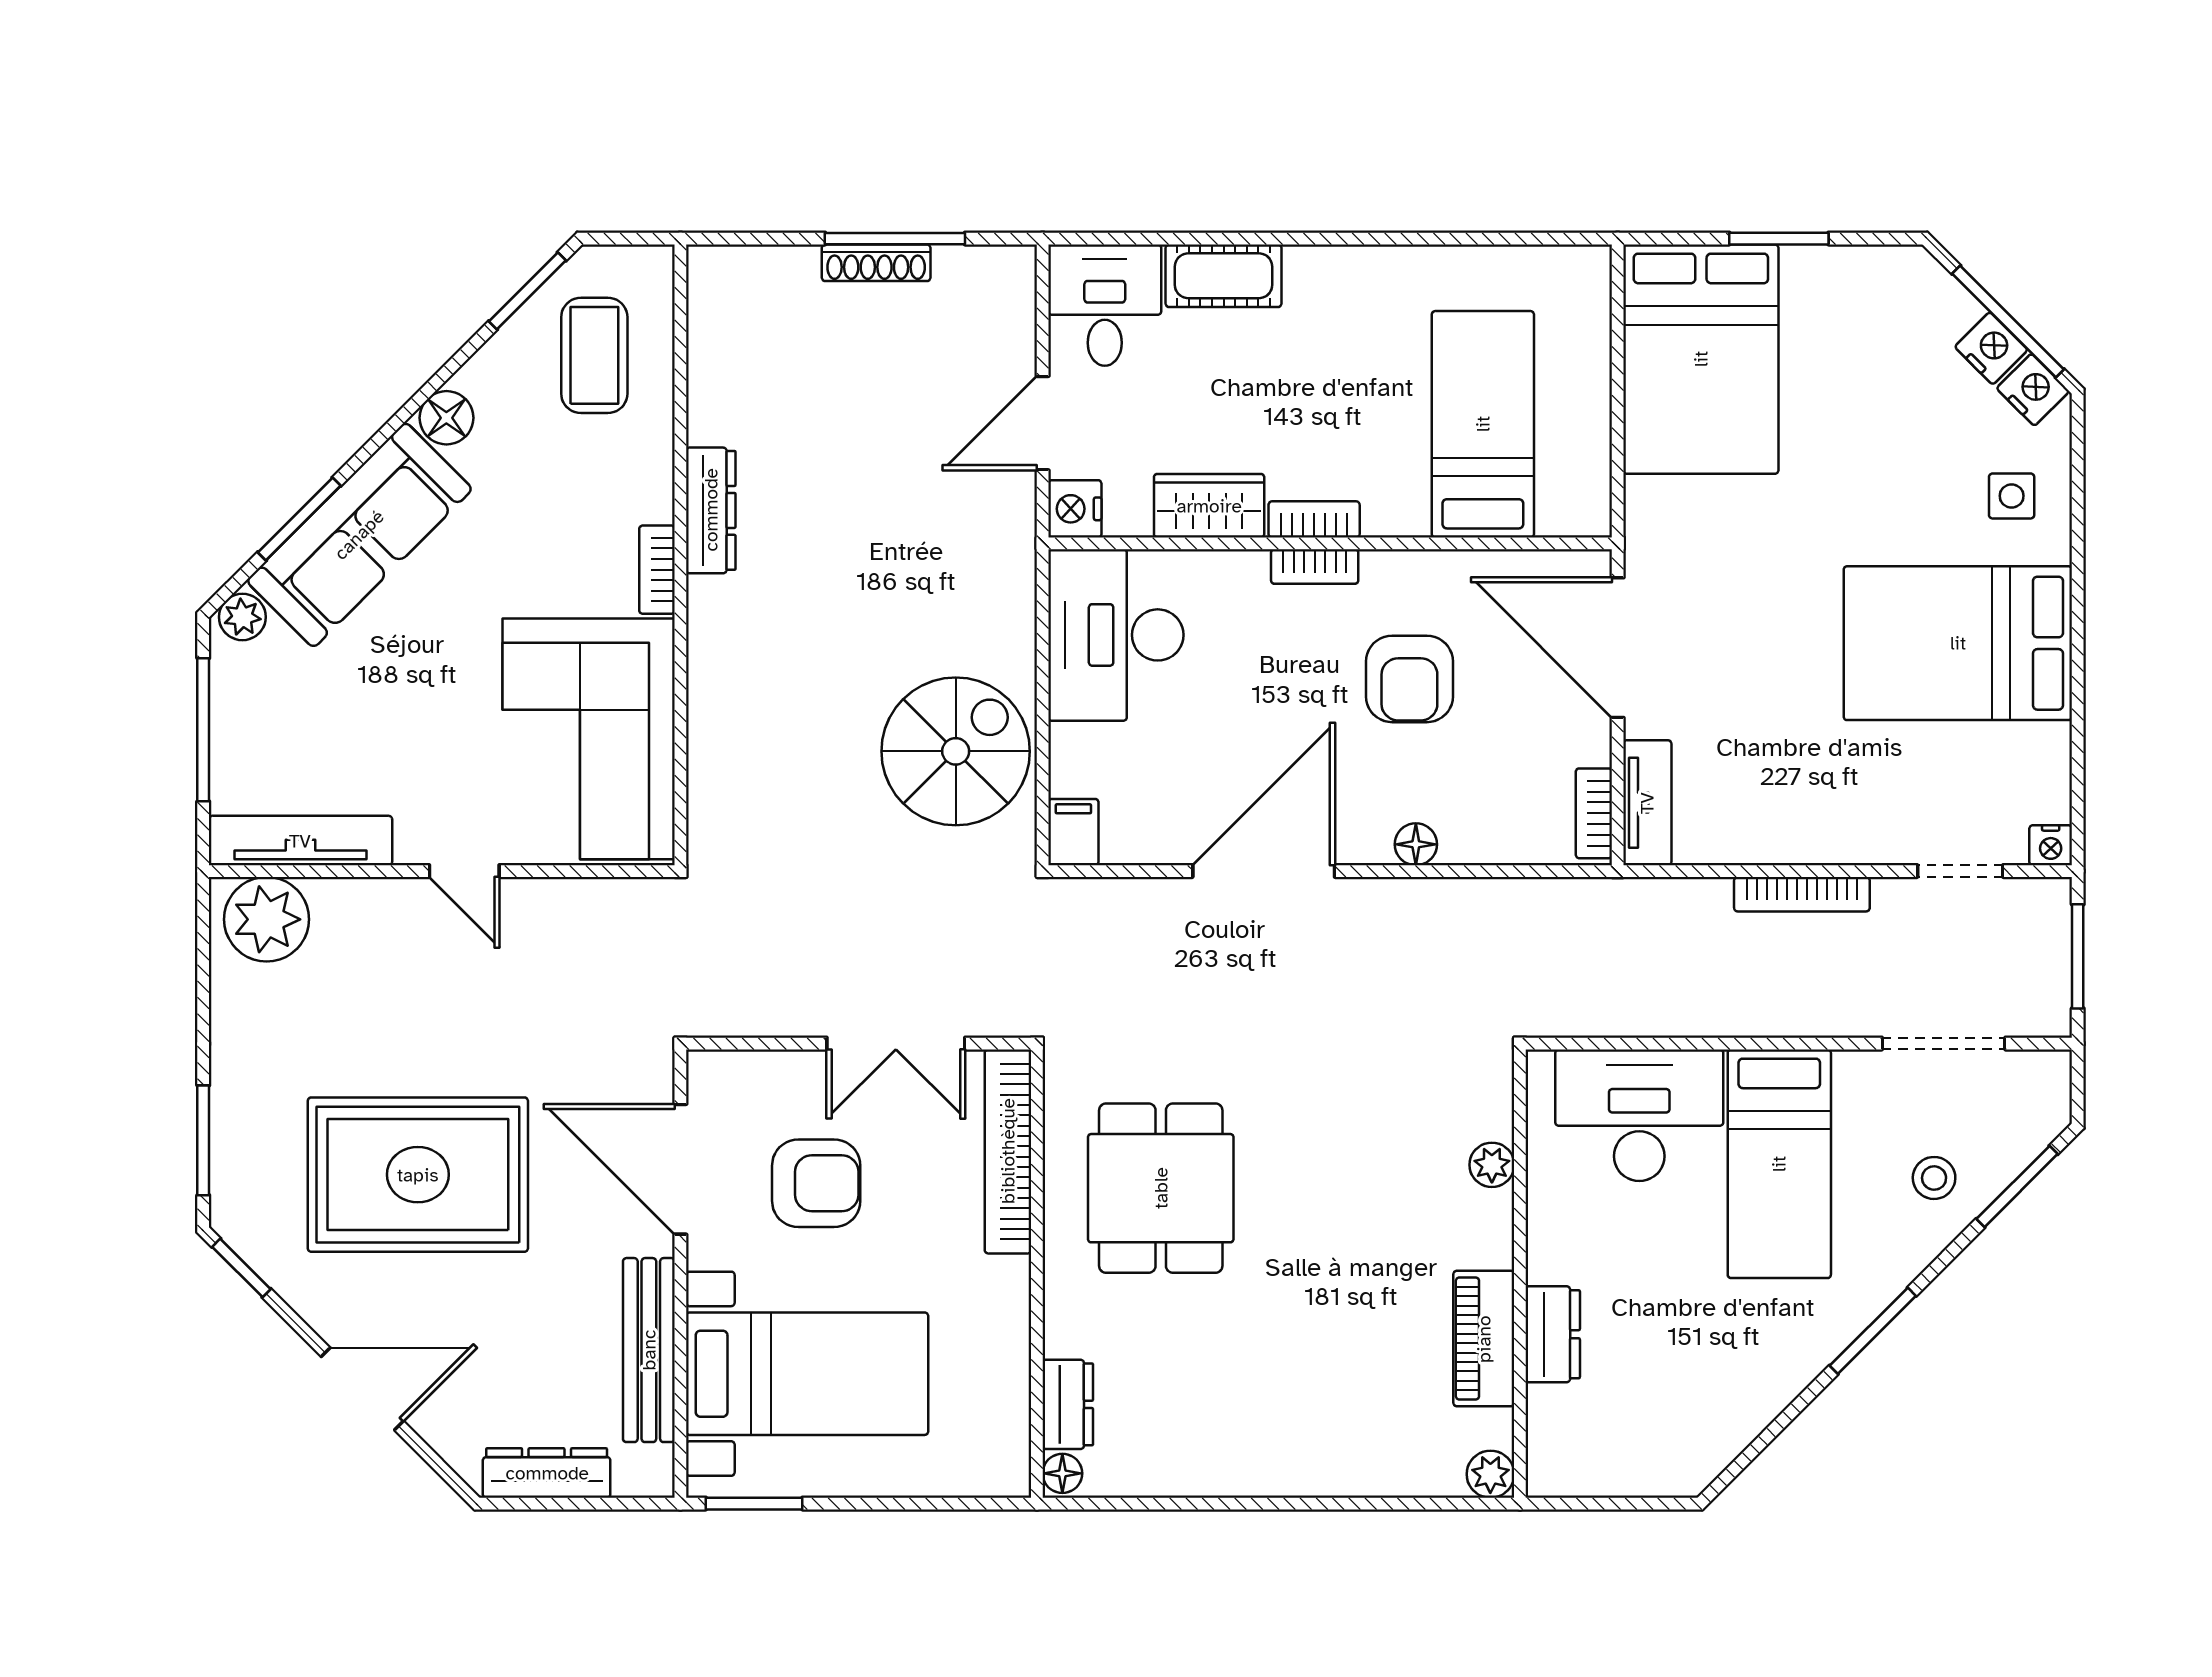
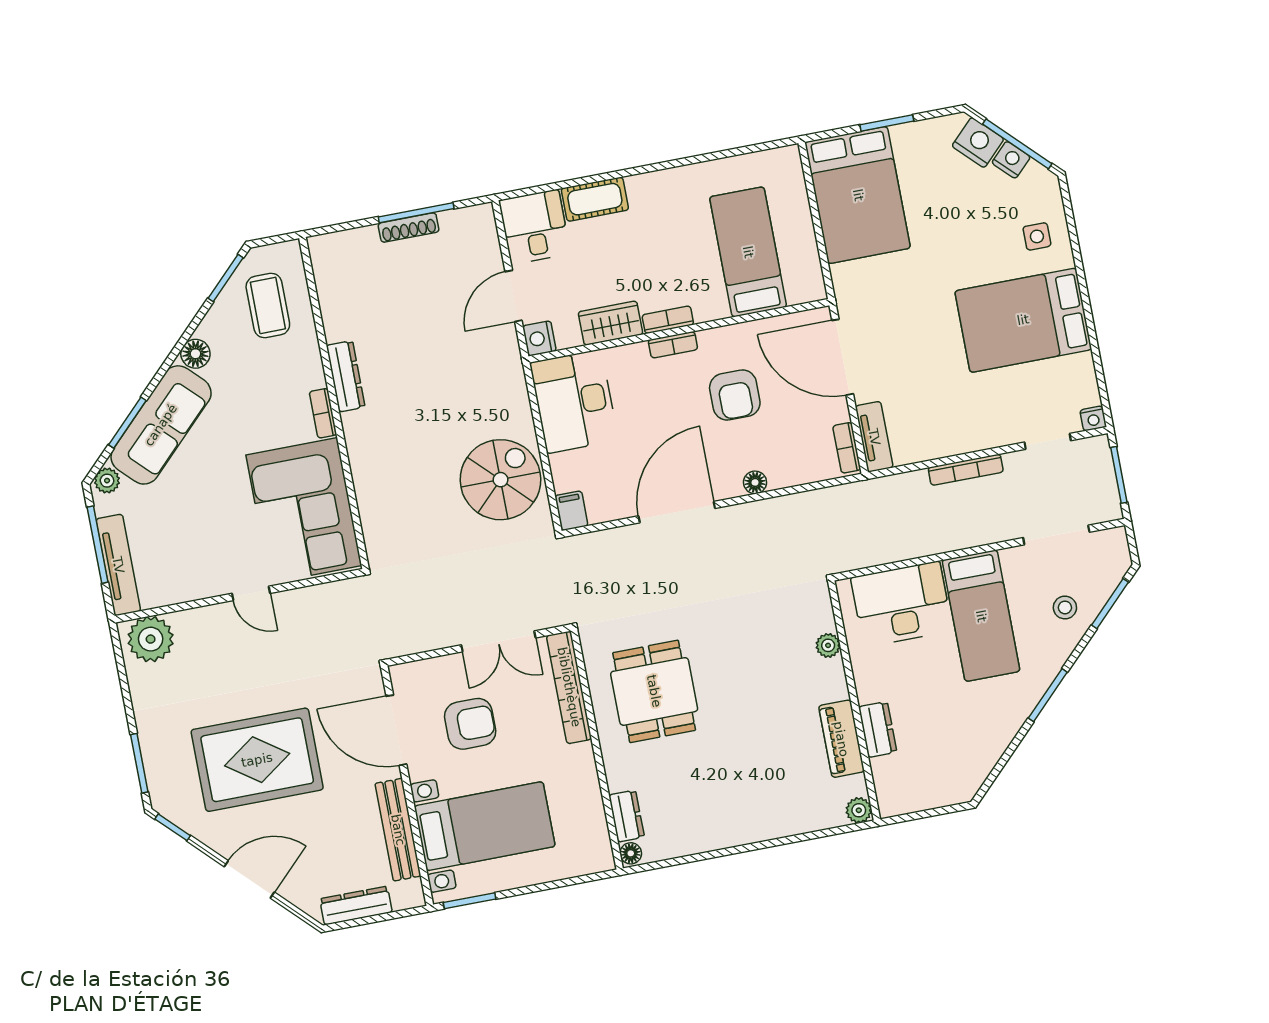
nightstand: (2033, 390) -> (978, 143), moved, width x1.36, depth x1.33
tv unit: (300, 841) -> (118, 565), moved, turned 90

